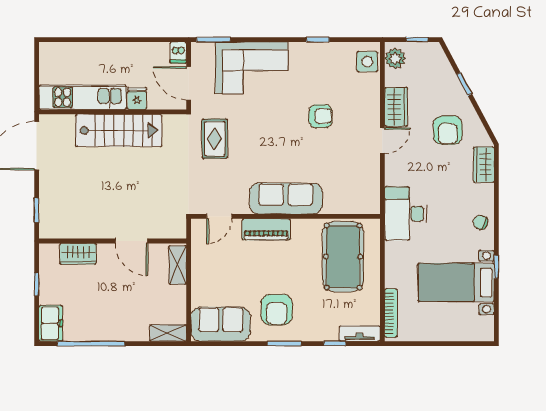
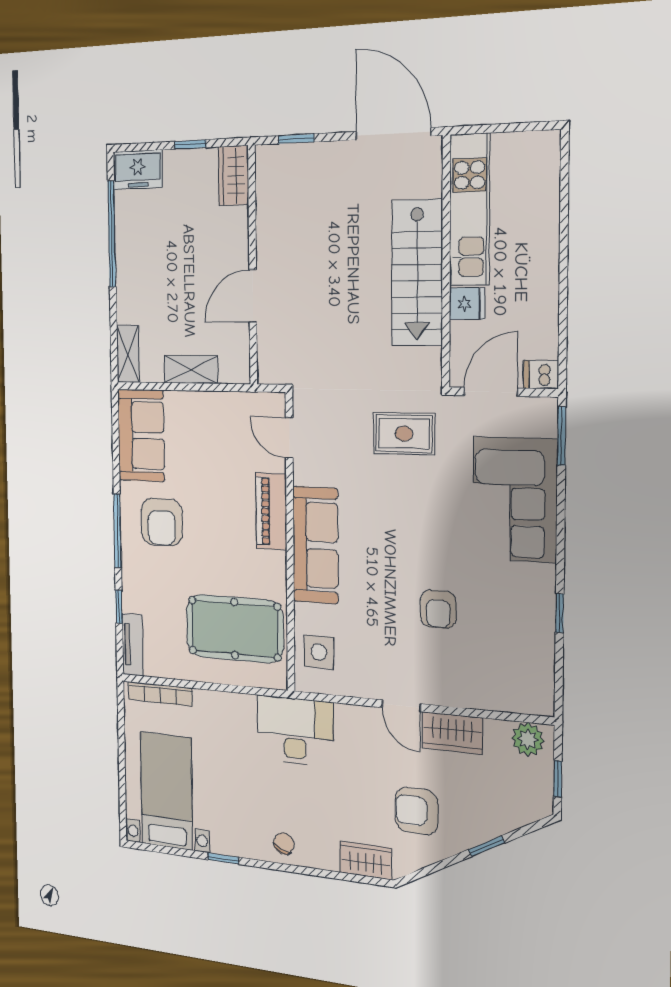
side table: (367, 62) -> (319, 652), moved
wardrobe: (78, 254) -> (233, 176), moved
shelving: (178, 265) -> (191, 370), moved
bed with nightstands: (456, 282) -> (167, 791), moved
armchair: (277, 310) -> (162, 522), turned -90
window: (284, 344) -> (117, 531), width x1.44

